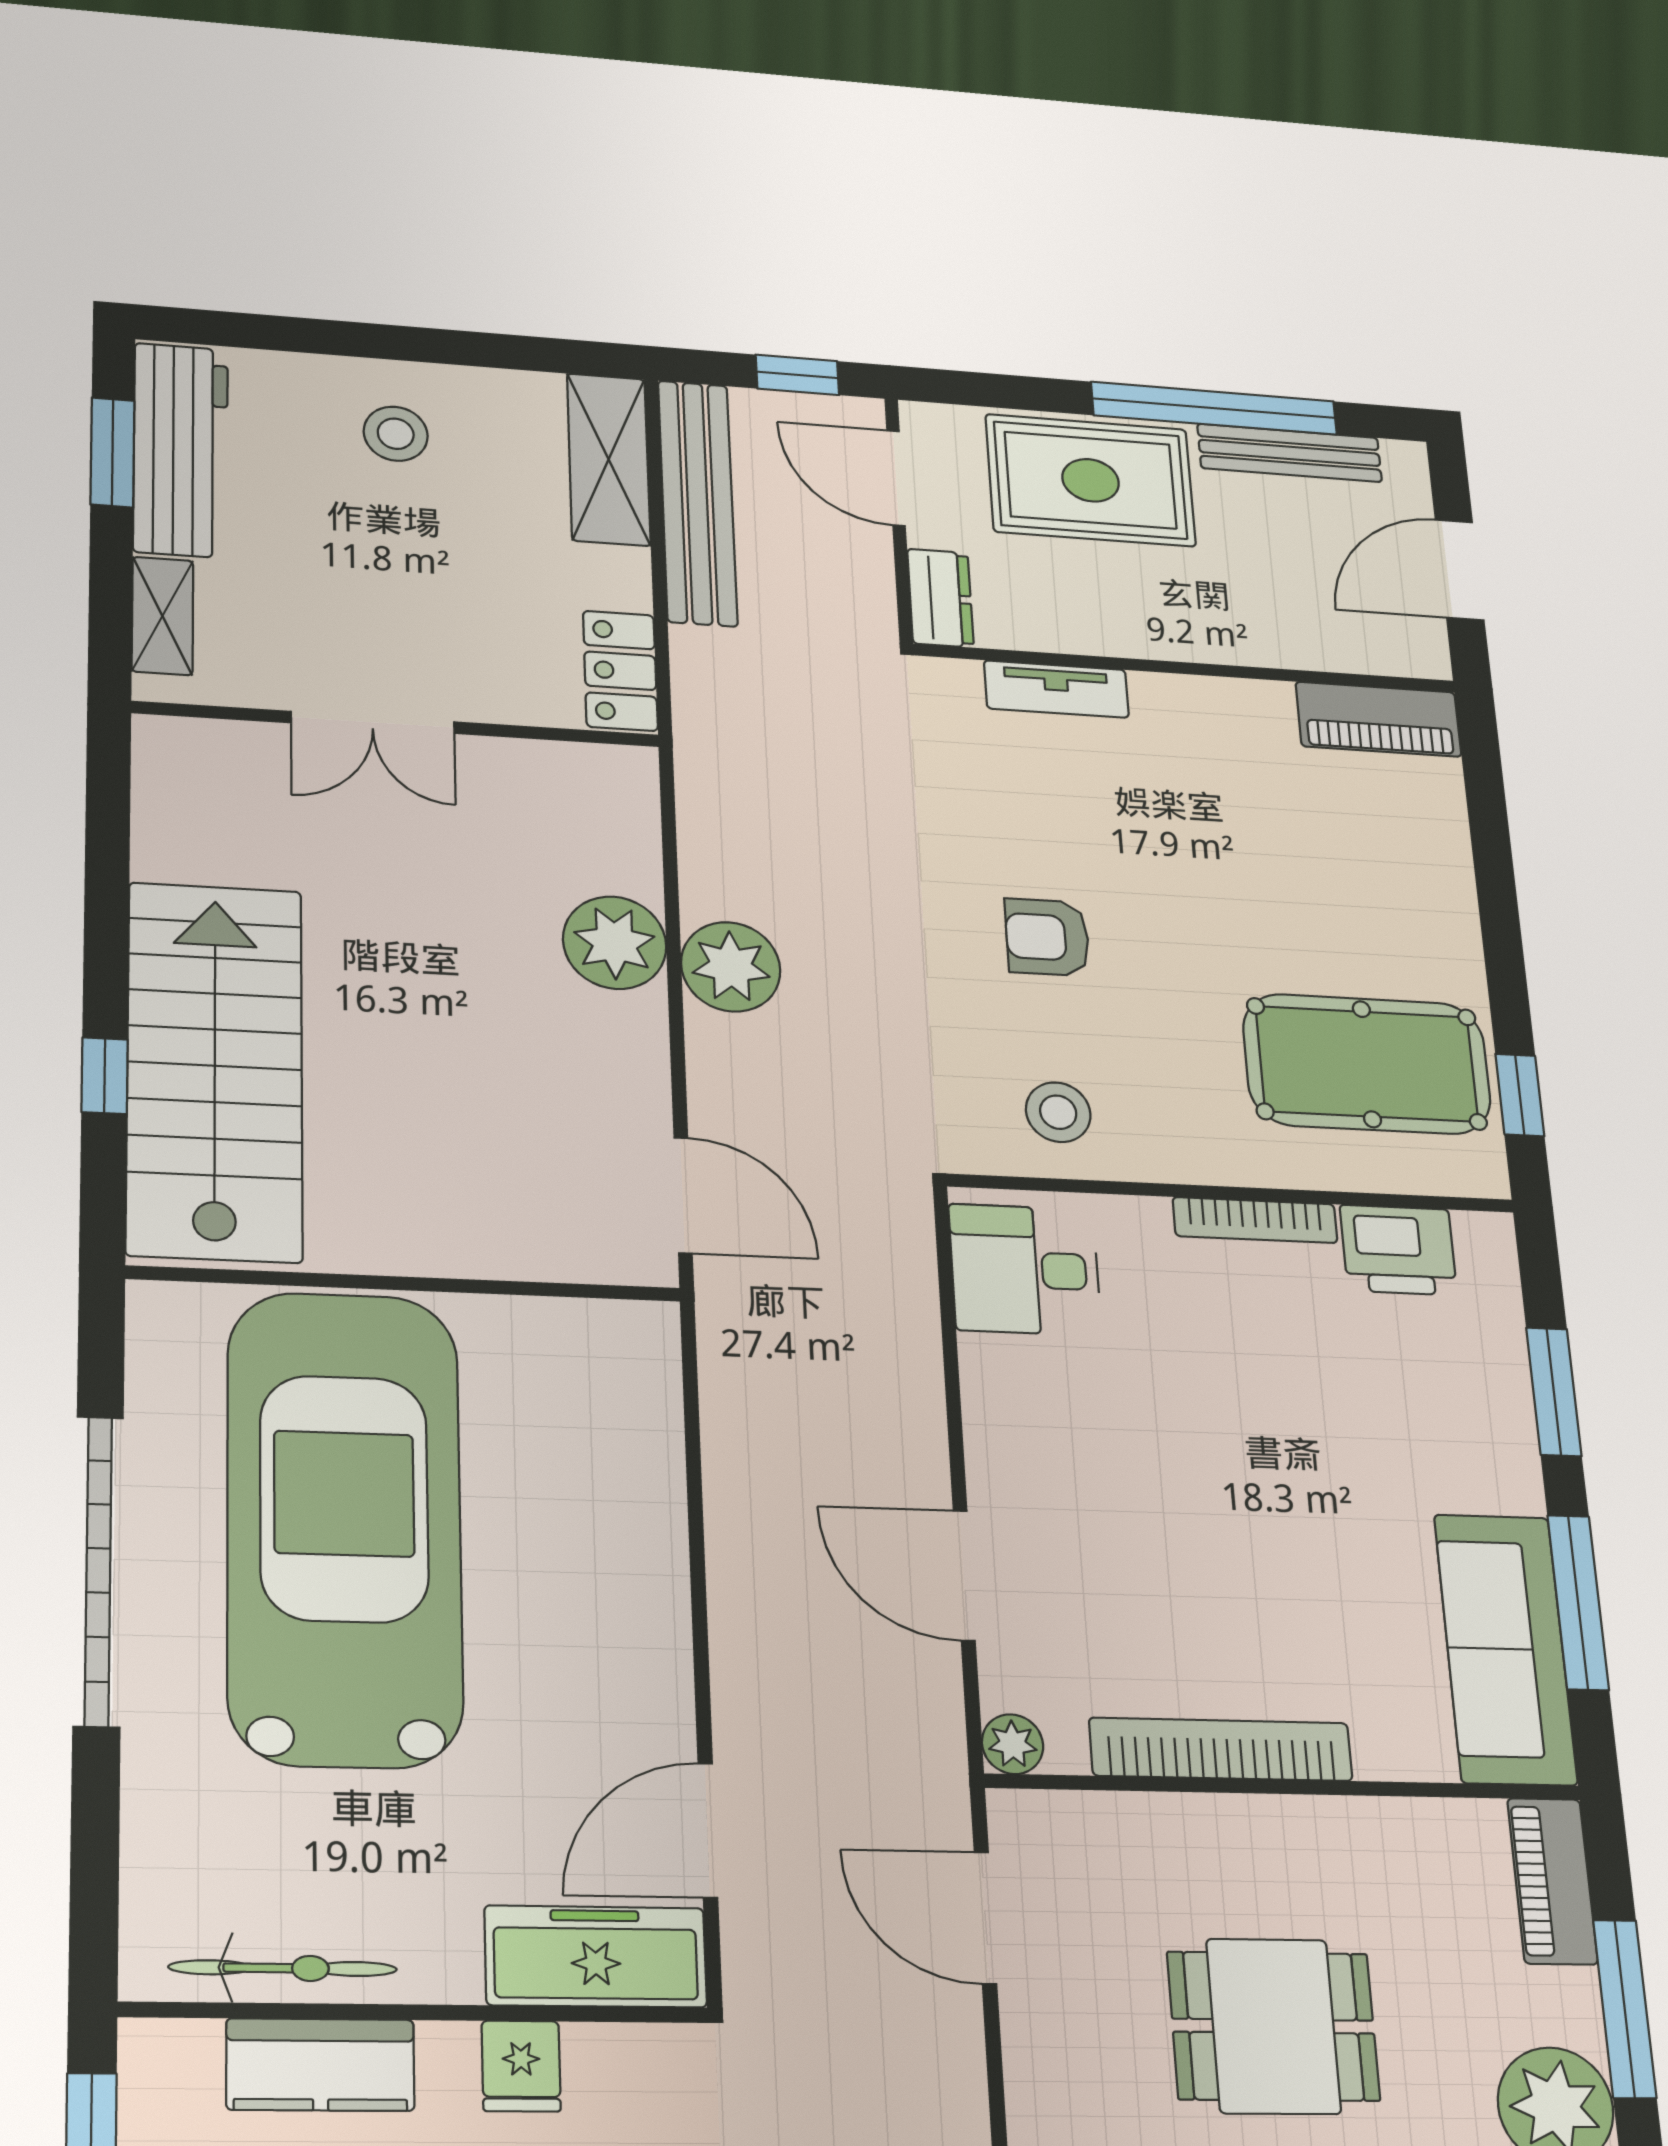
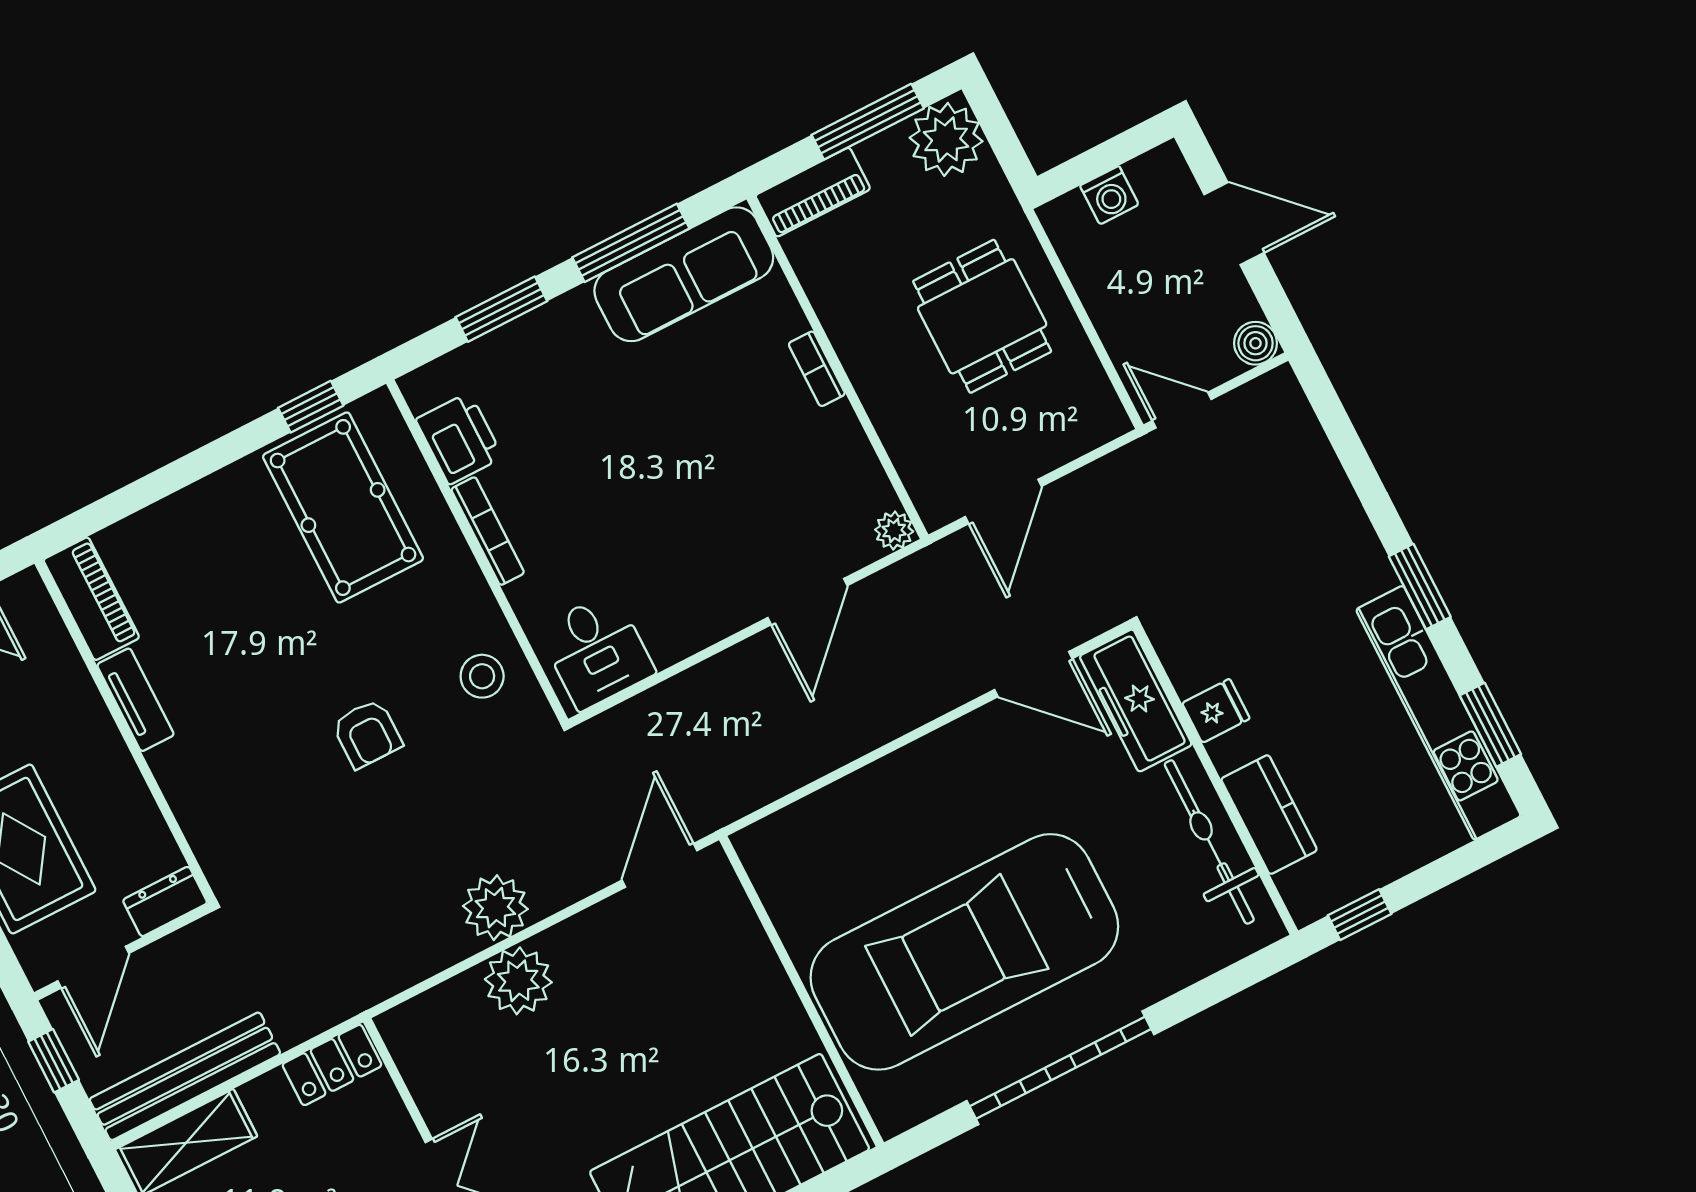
tv unit: (1056, 689) -> (135, 700), moved
bookcase: (1221, 1749) -> (817, 369), width x0.43, depth x0.76
bicycle: (283, 1968) -> (1209, 842), width x1.37, depth x1.40

